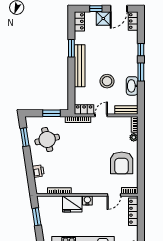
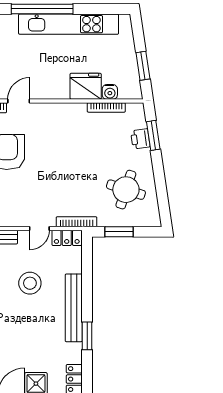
window: (25, 137) -> (153, 135), moved
round table: (47, 140) -> (126, 190), turned 32
water cooler: (87, 200) -> (110, 92), moved

